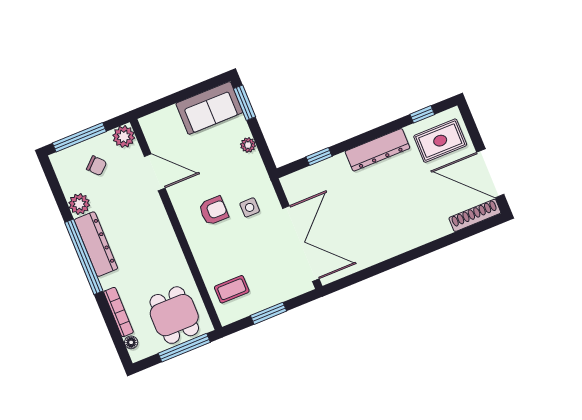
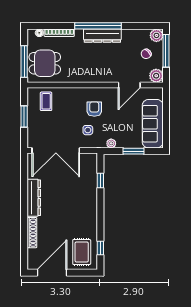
window: (244, 103) -> (133, 151), moved
sofa: (209, 108) -> (153, 124), width x1.36
plant: (248, 145) -> (111, 143), moved
dresser: (377, 150) -> (34, 198), moved, turned 180
plant: (79, 204) -> (156, 35), moved
armchair: (213, 211) -> (94, 109), turned 180
shoe rack: (475, 215) -> (32, 233), moved

